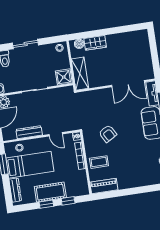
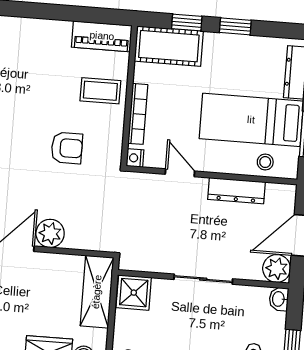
plant: (106, 94) -> (50, 233), added
armchair: (108, 134) -> (67, 148), turned 120
cot: (50, 192) -> (169, 46), moved

